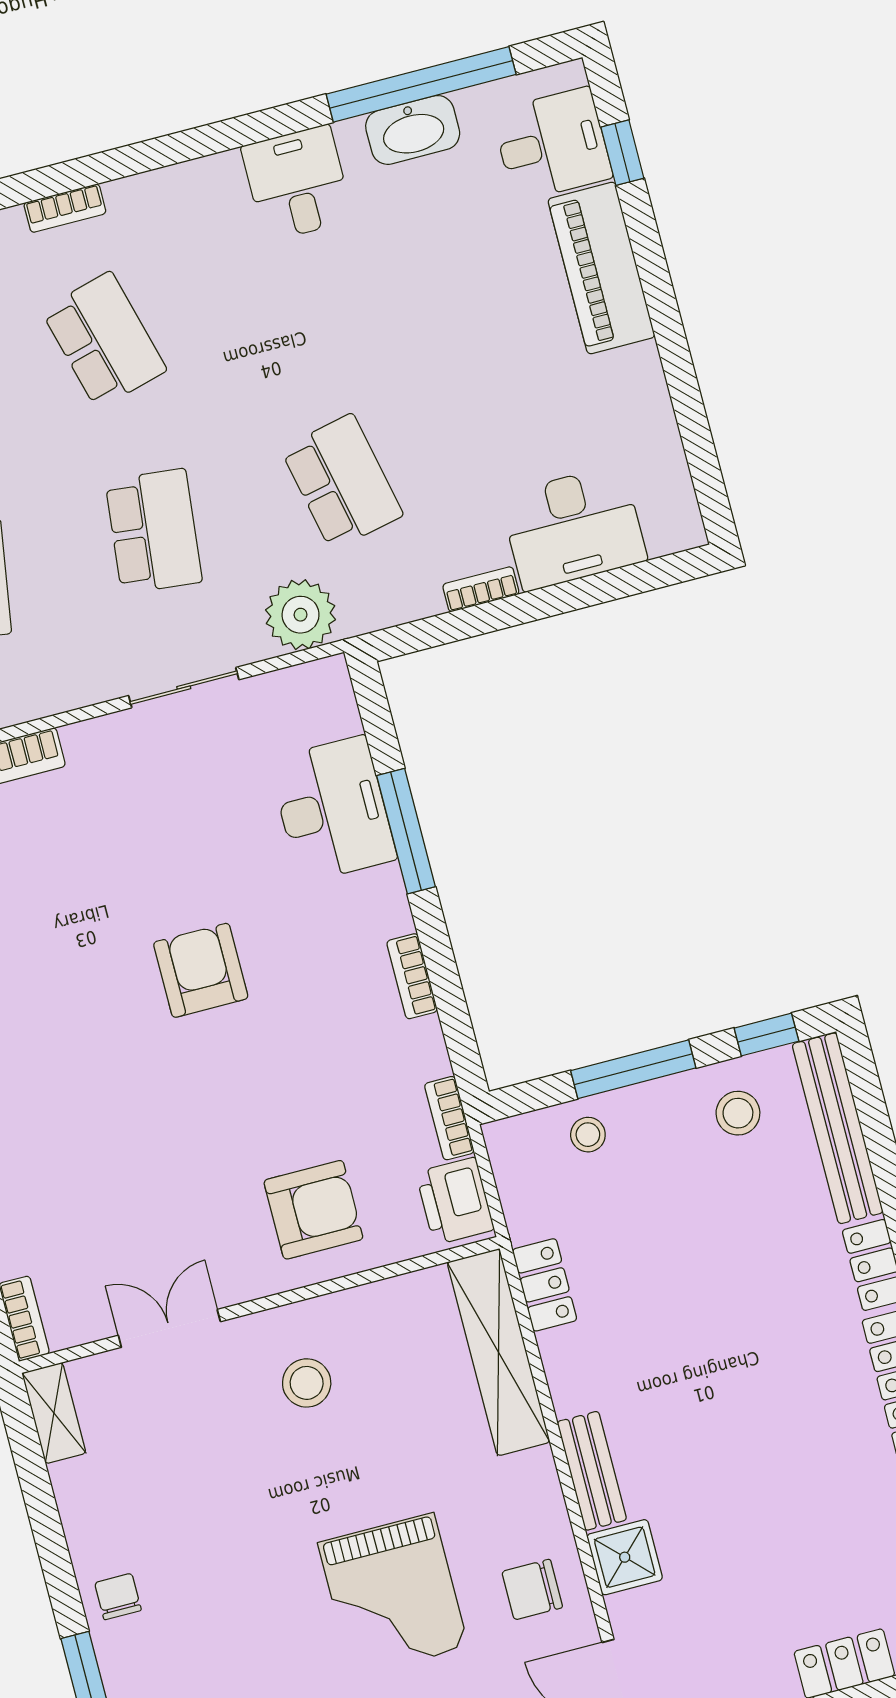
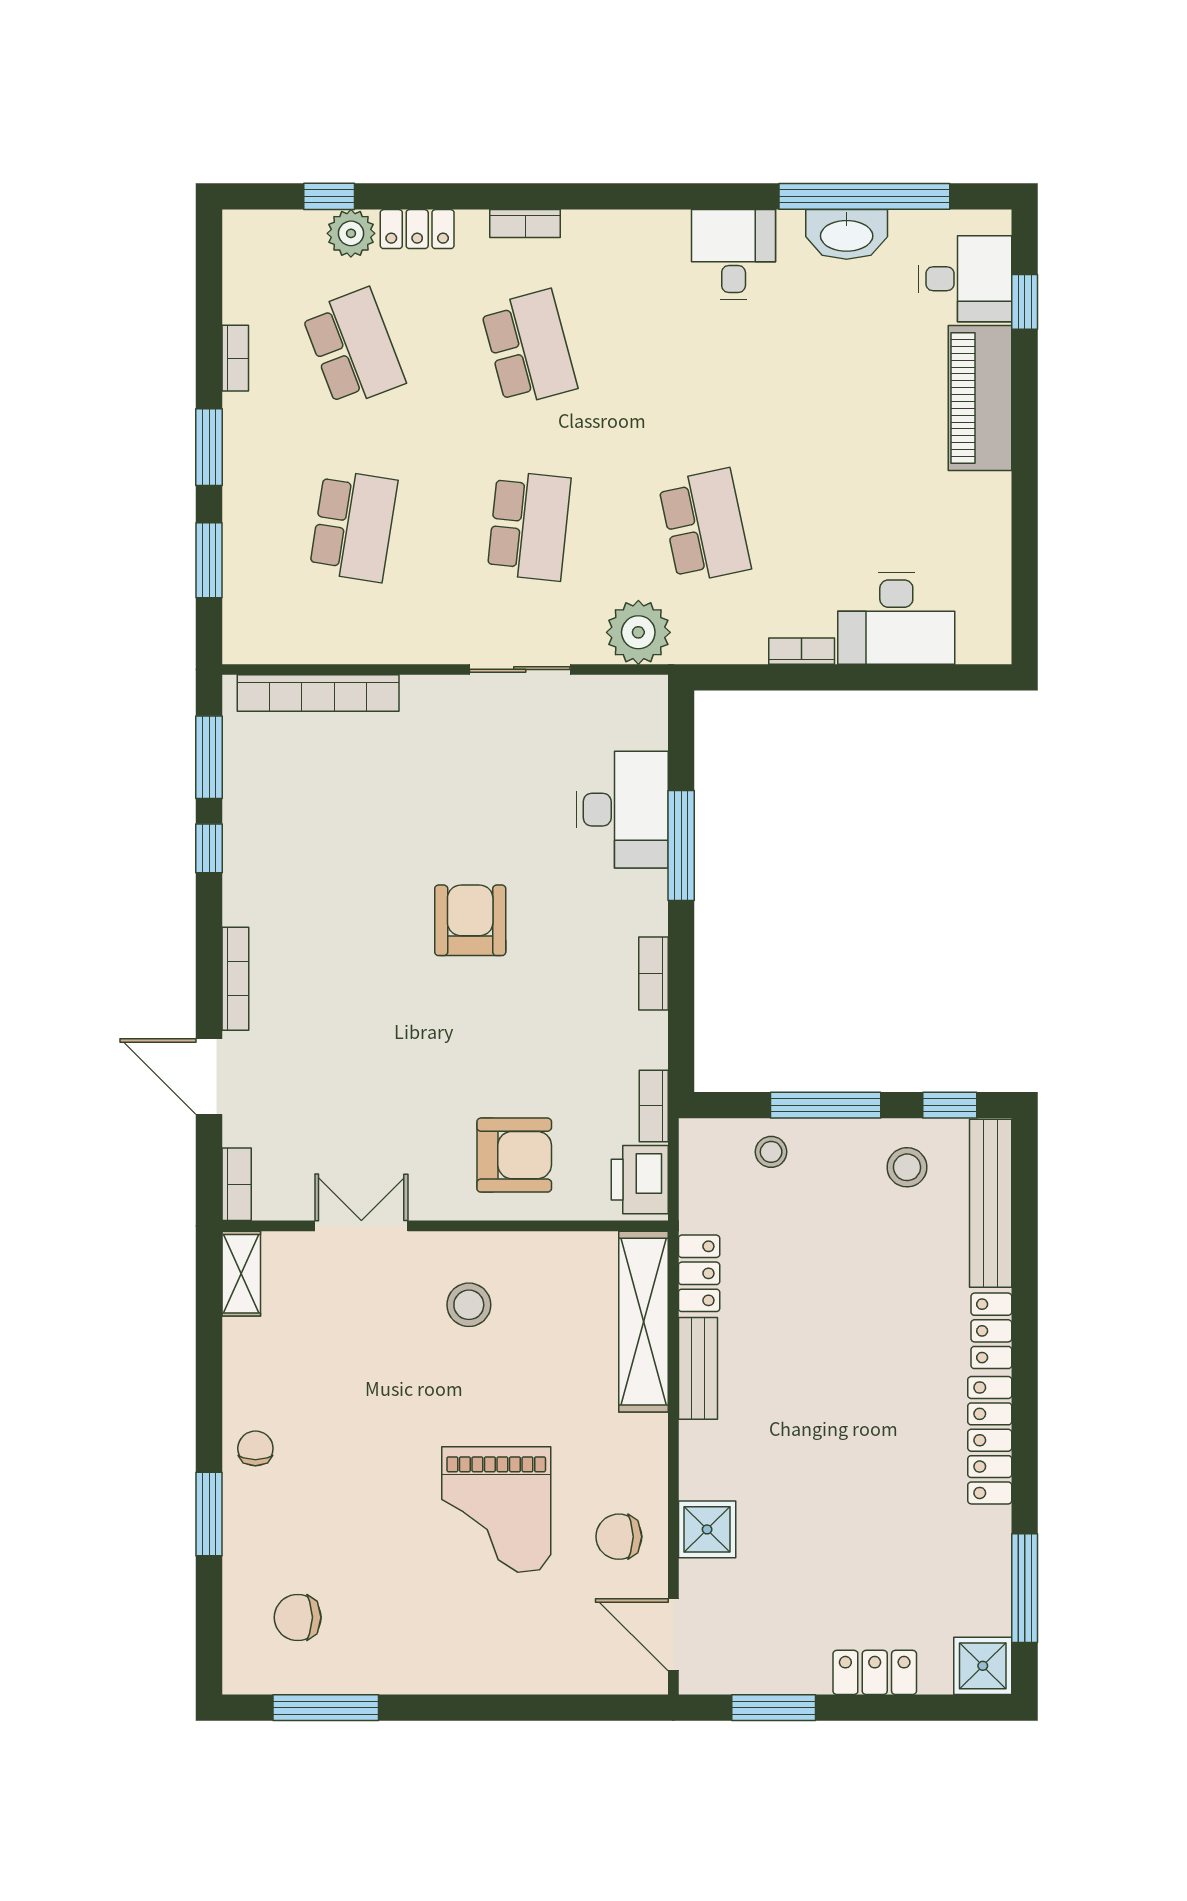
bench: (592, 1471) -> (698, 1368), moved

